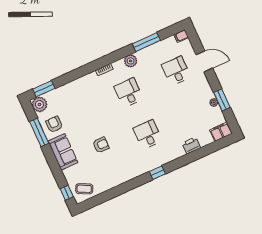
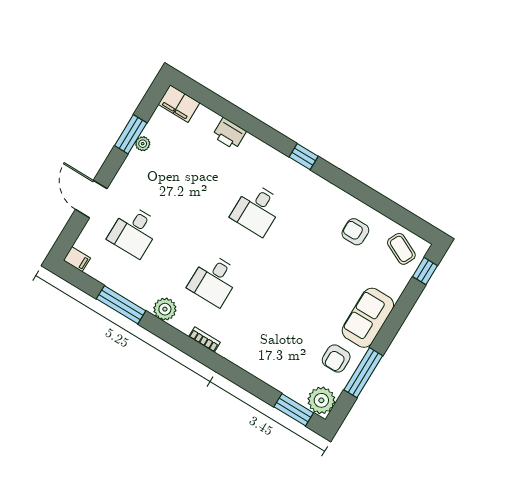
armchair: (101, 145) -> (355, 232), moved

